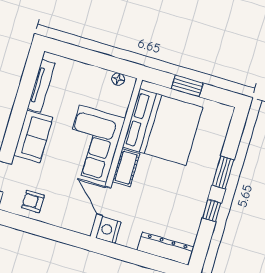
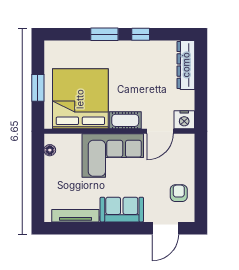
armchair: (33, 201) -> (179, 193), turned 180

